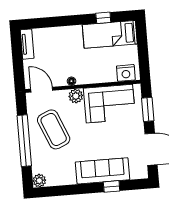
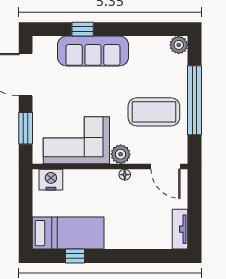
coffee table: (54, 129) -> (154, 112), turned -67

